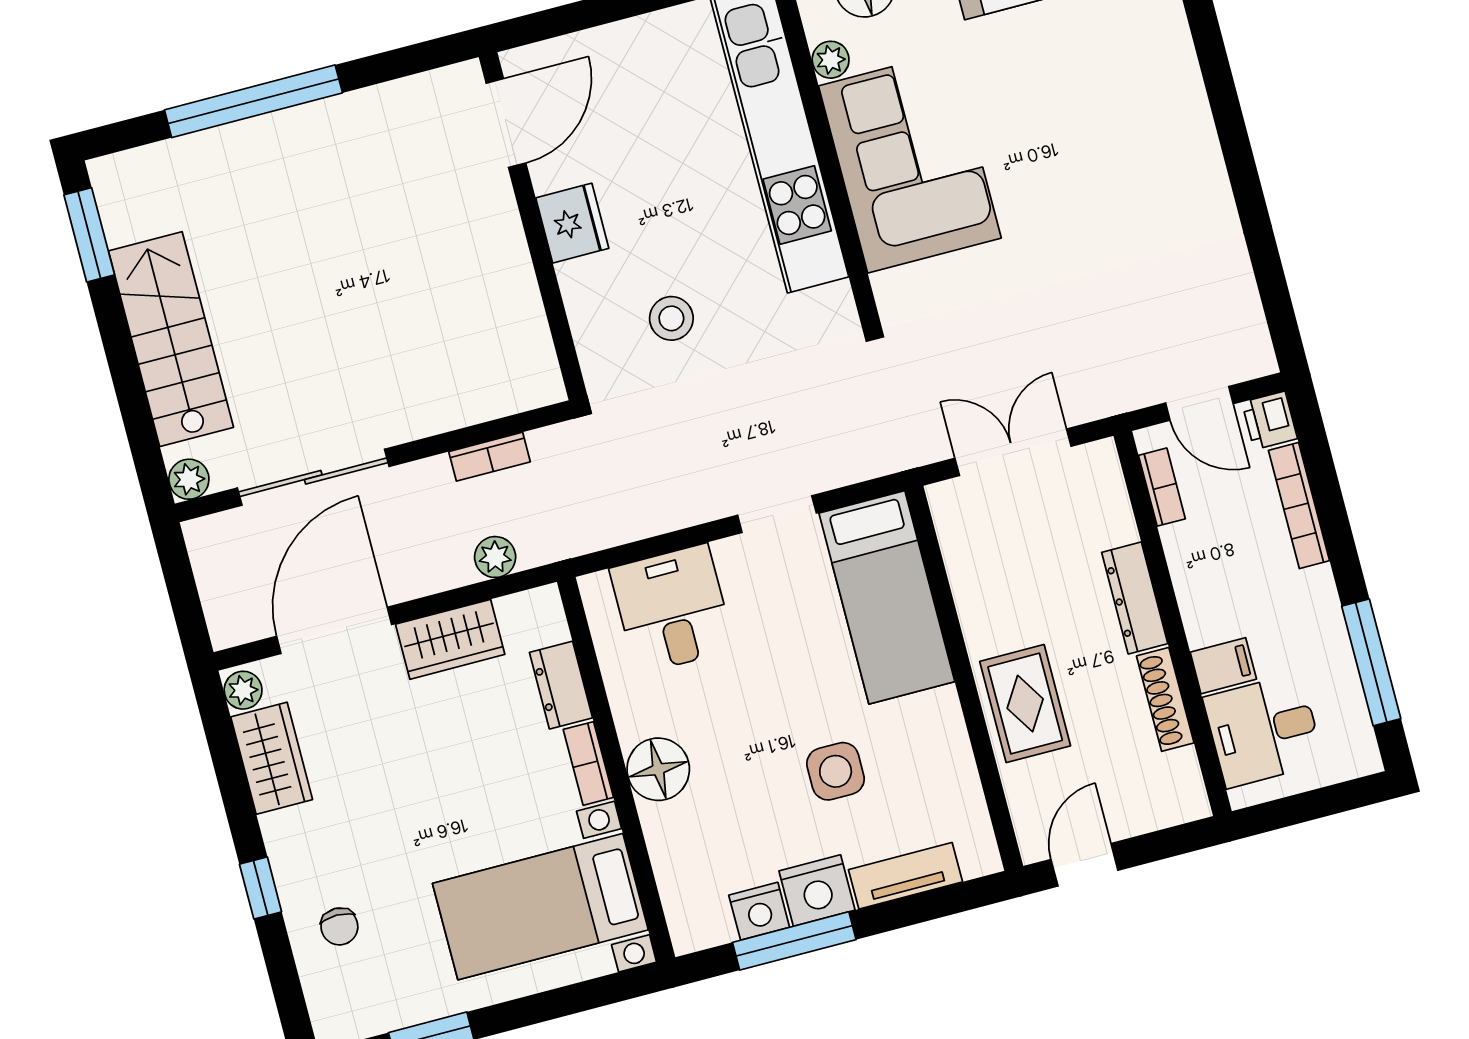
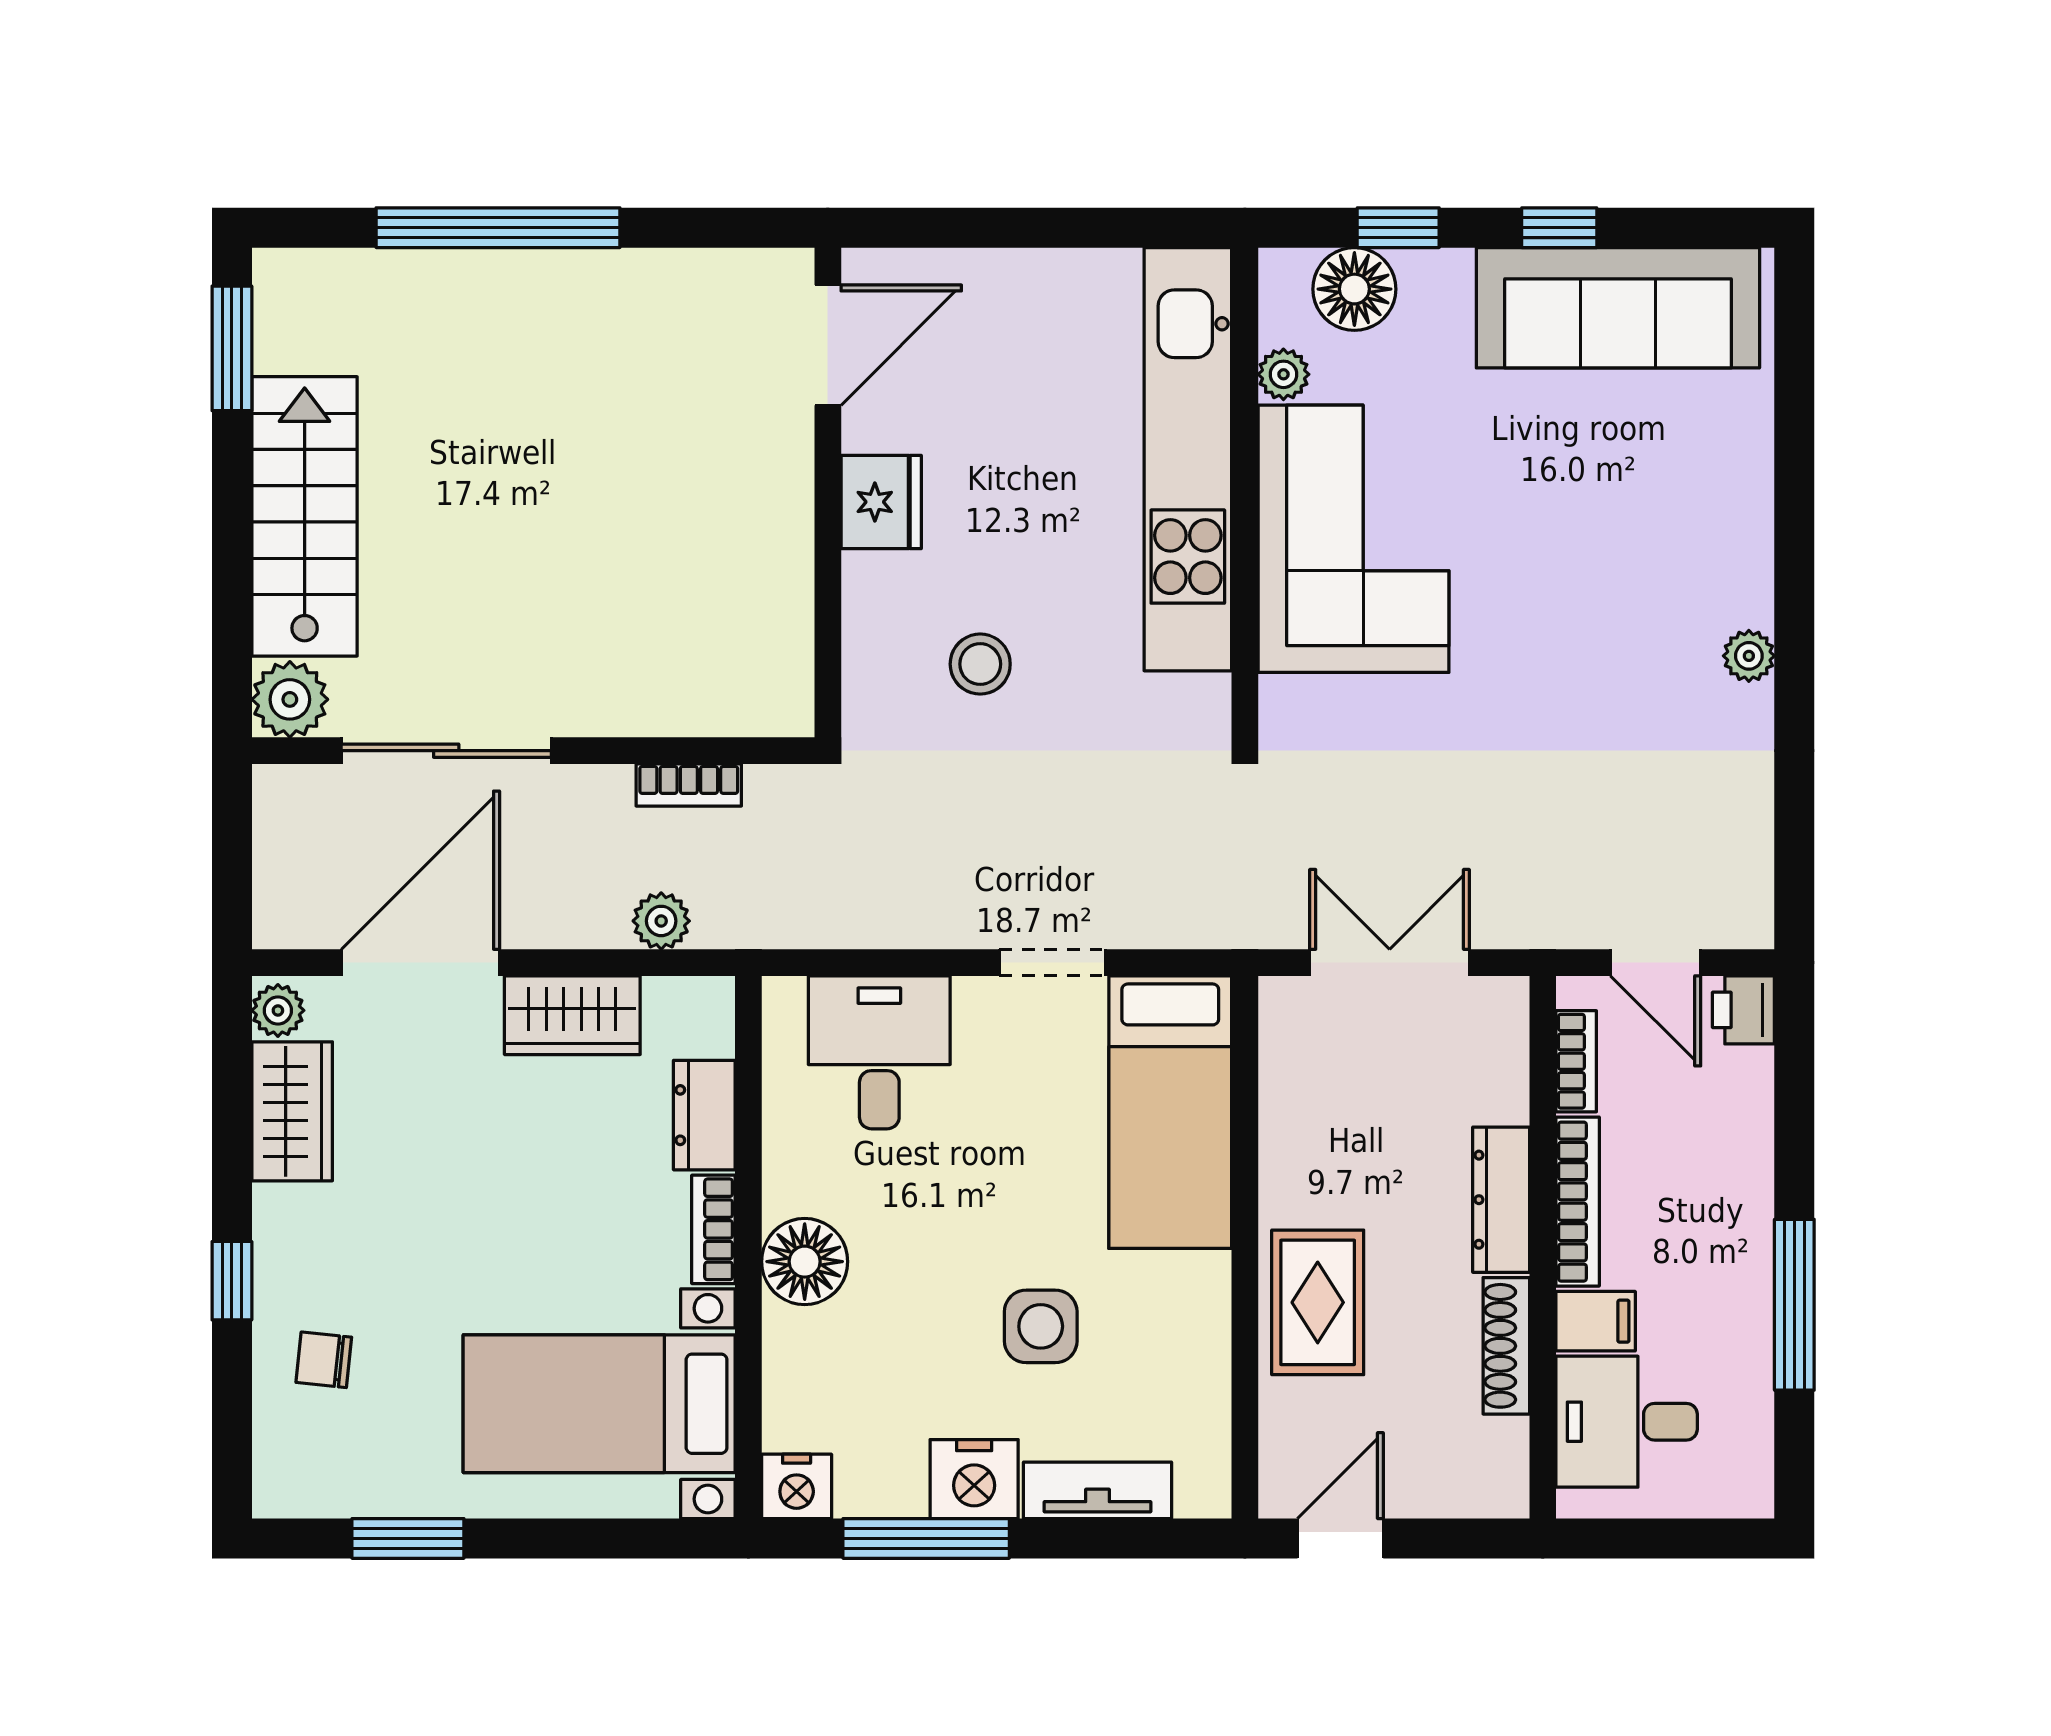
plant: (1208, 171) -> (1749, 656), added
plant: (189, 479) -> (290, 699), width x1.38, depth x1.38
bookcase: (1299, 505) -> (1578, 1202), moved, turned 180
window: (1371, 662) -> (1794, 1305), moved
nightstand: (759, 911) -> (797, 1486), moved
chair: (339, 926) -> (324, 1360), turned 96

